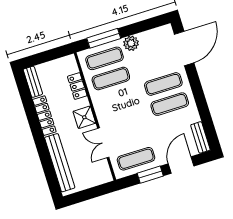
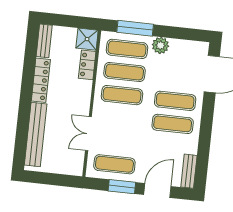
exercise mat: (117, 99) -> (122, 95), added
shower: (84, 117) -> (87, 39), moved

